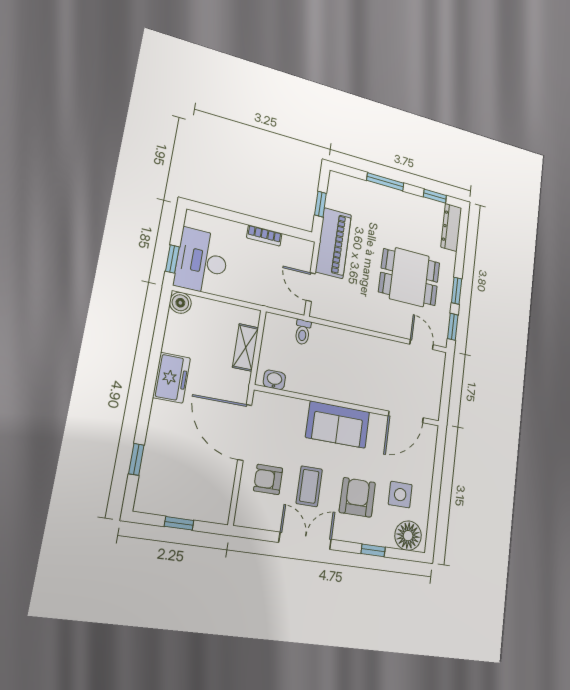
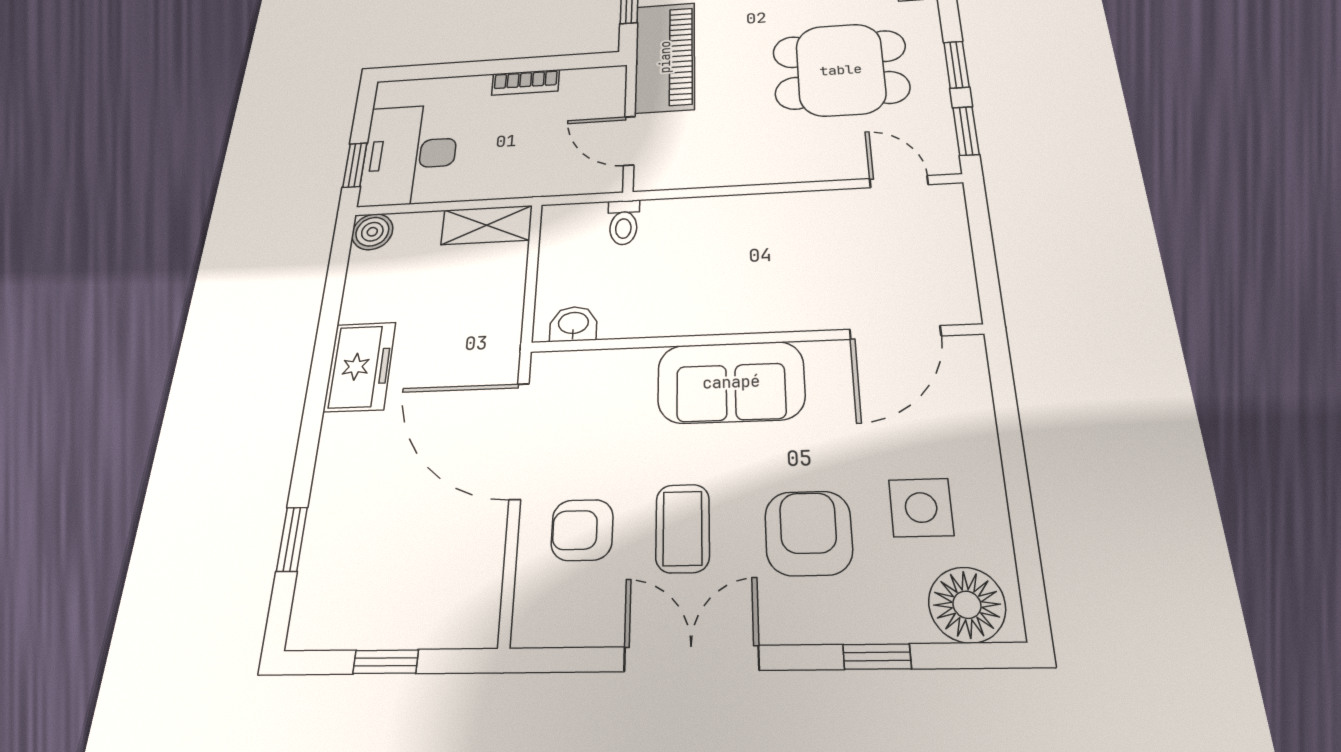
shelving: (246, 347) -> (487, 225), moved, turned 90

